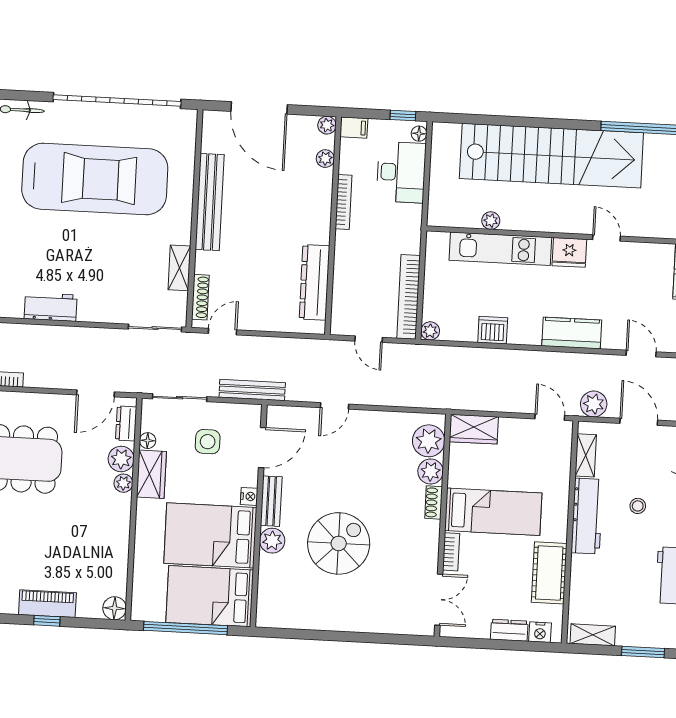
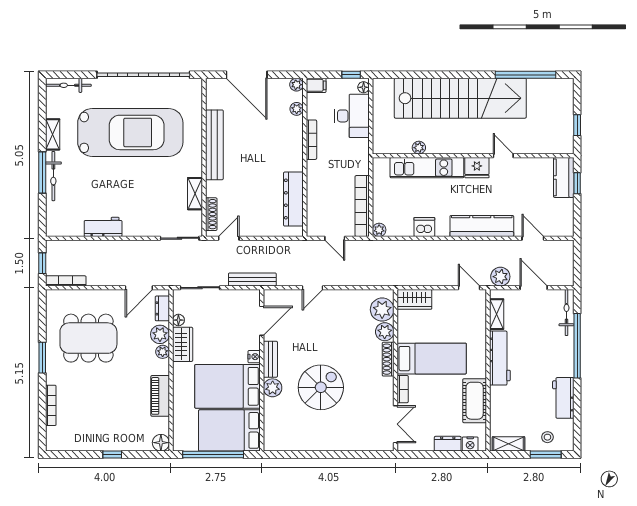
kitchen counter: (572, 333) -> (482, 226), width x1.50
side table: (208, 442) -> (222, 319), removed
shoe rack: (434, 503) -> (388, 359), width x1.43
stool: (638, 506) -> (547, 437), moved
piano: (47, 604) -> (160, 396), moved, turned -90

